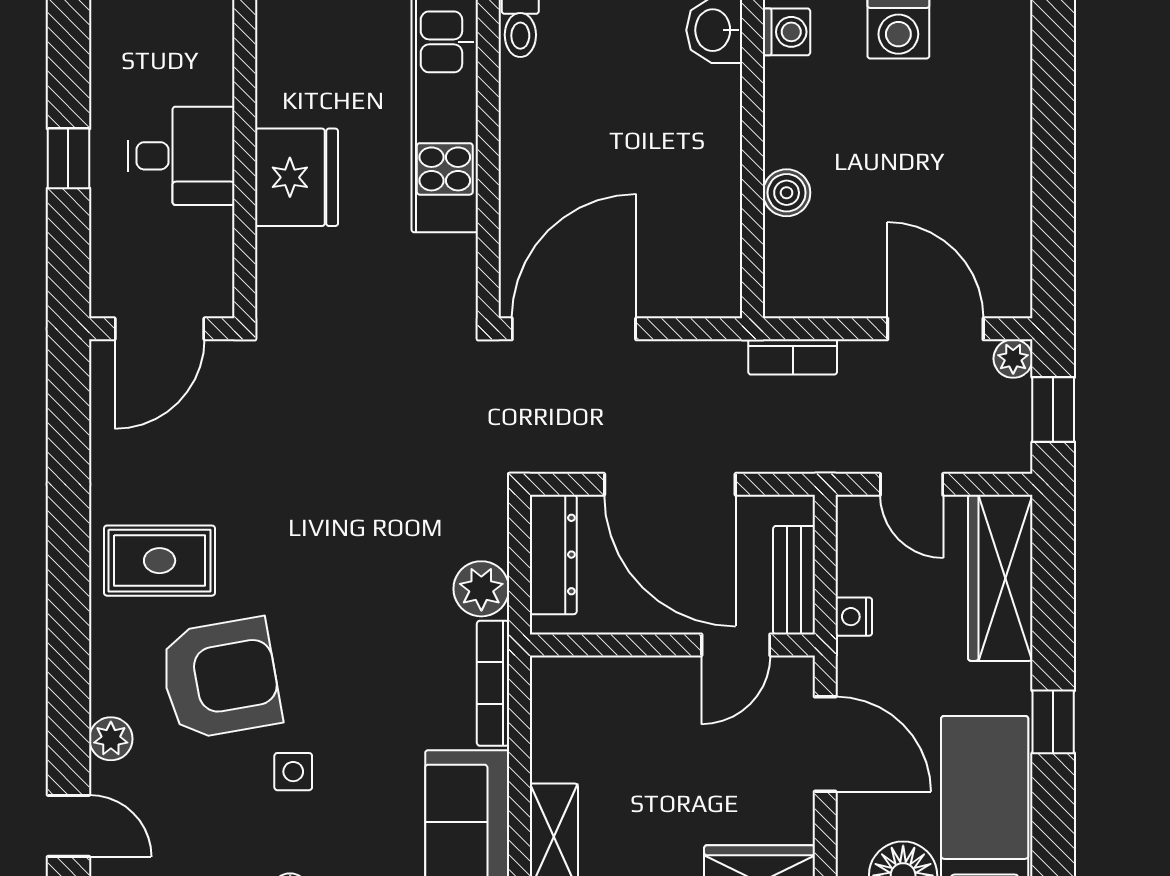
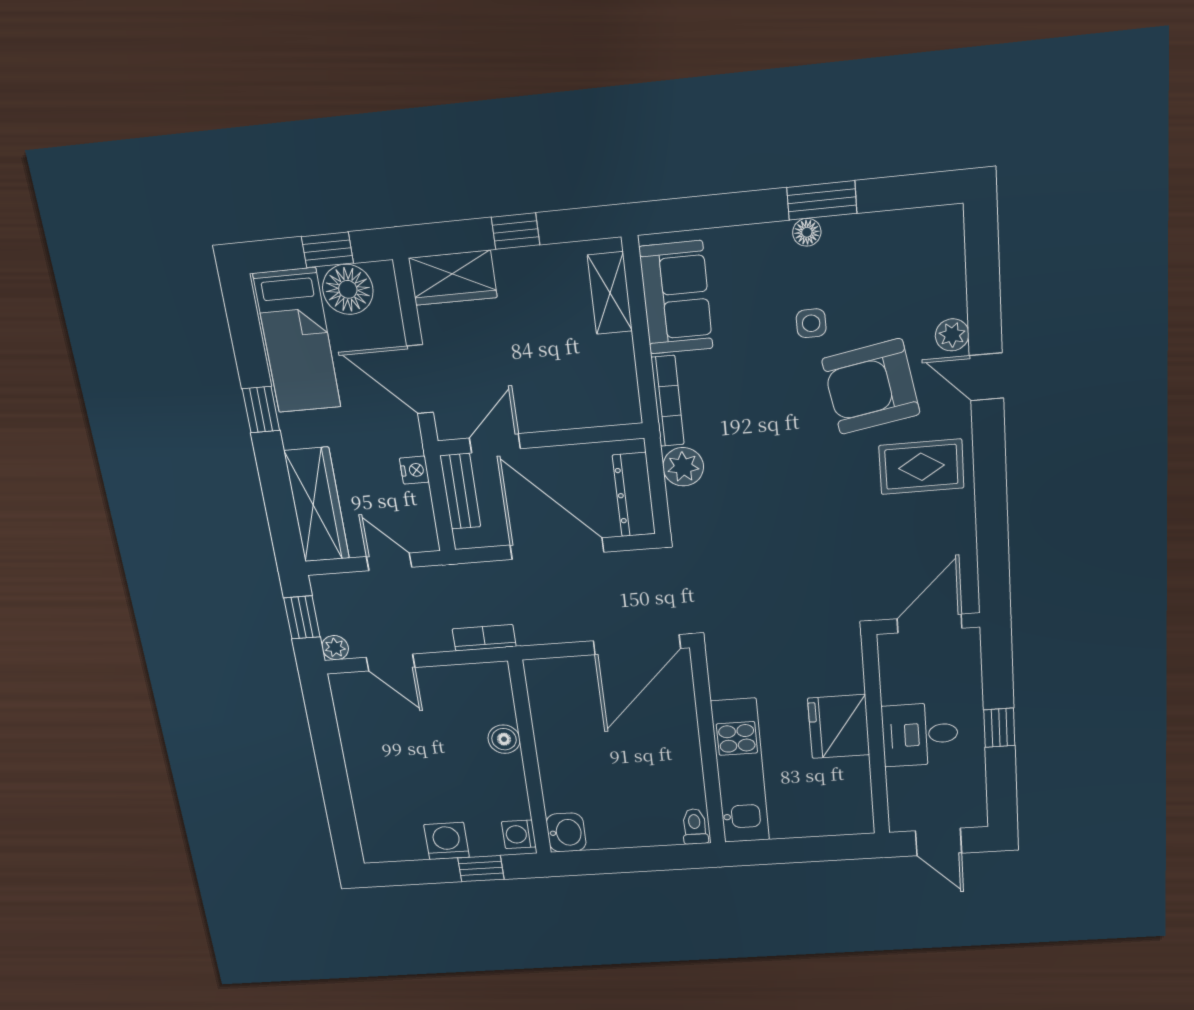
door: (935, 329) -> (391, 662), width x0.73
door: (68, 826) -> (986, 377), moved

